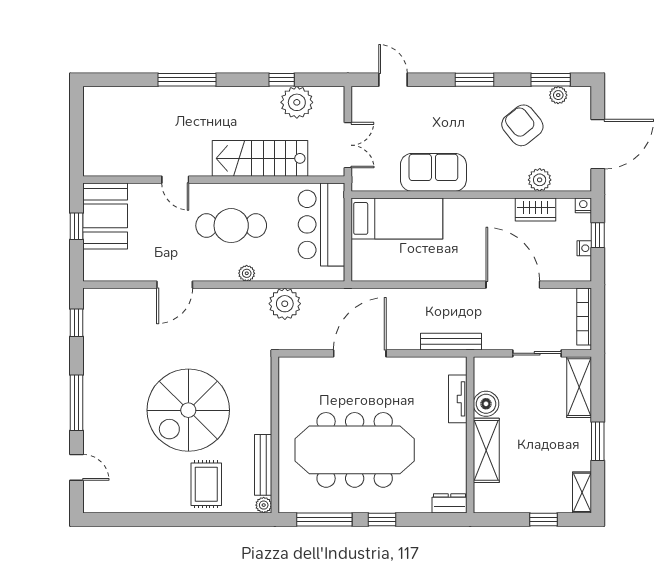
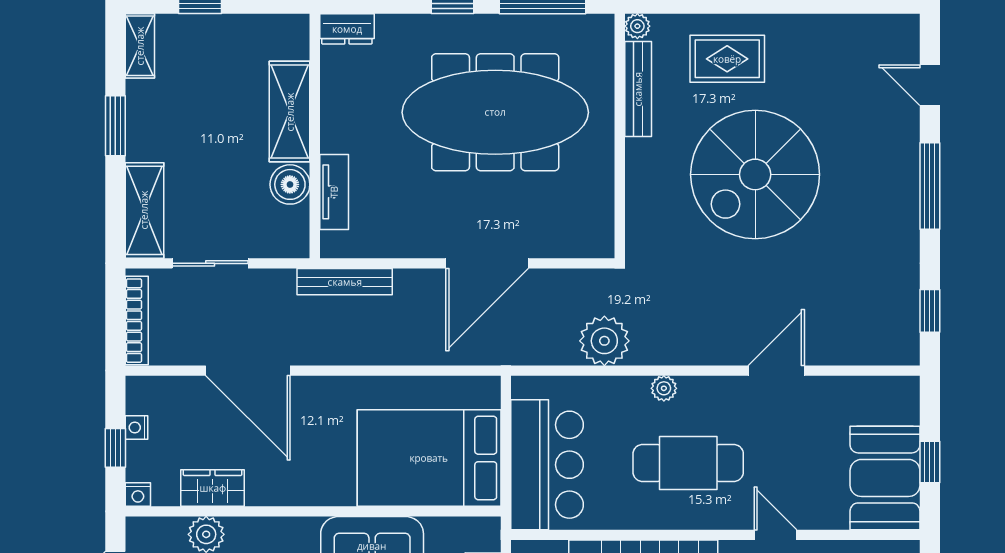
bed: (397, 218) -> (429, 458), width x1.50
spiral stairs: (188, 410) -> (755, 174), turned 180
rug: (206, 484) -> (727, 59), turned 90

